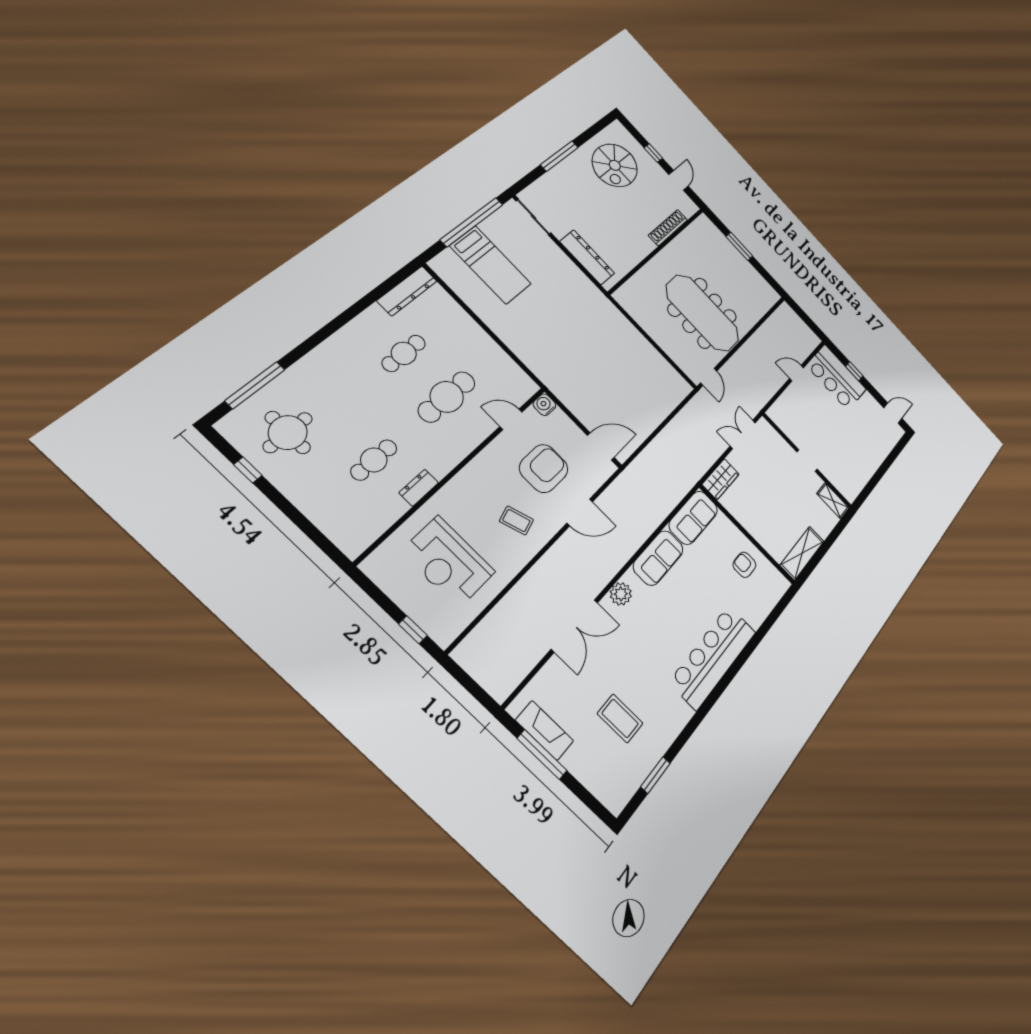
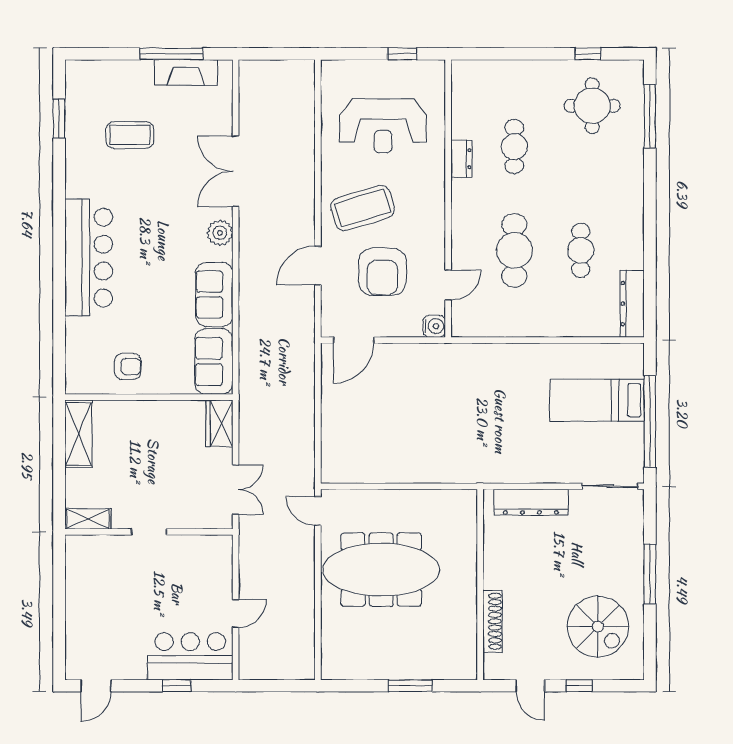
spiral stairs: (615, 165) -> (598, 627), turned 180
coffee table: (516, 521) -> (363, 208), width x1.86, depth x1.72
reception desk: (448, 562) -> (383, 126), turned 180
window: (413, 630) -> (402, 54), moved

